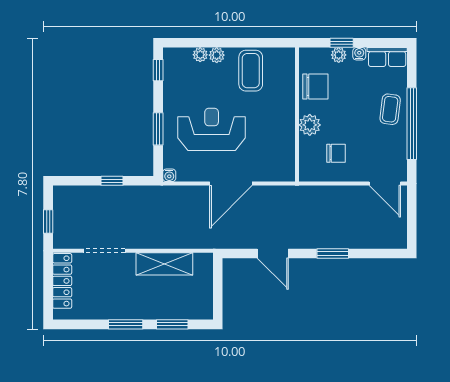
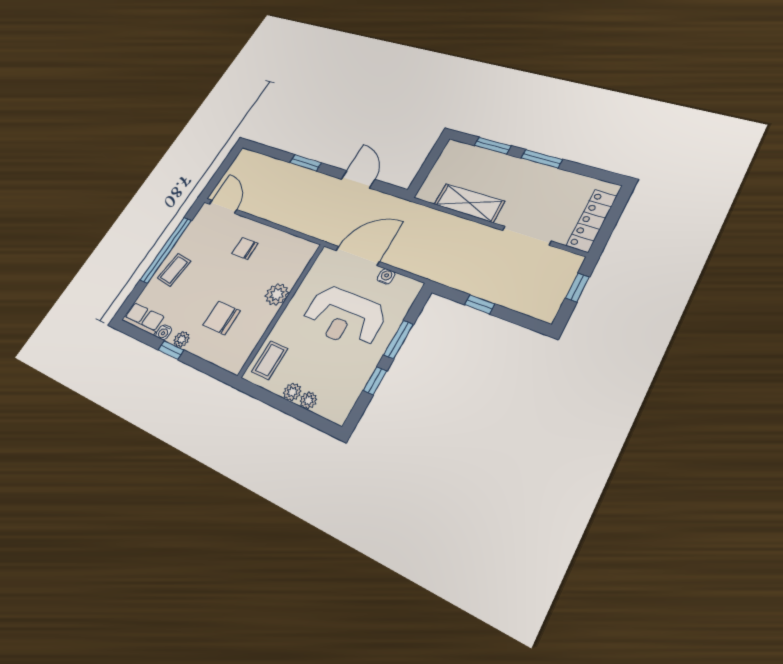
window: (158, 70) -> (375, 381), moved
coffee table: (251, 71) -> (270, 360), width x0.73, depth x0.77
wall: (297, 115) -> (282, 309), moved
plant: (310, 125) -> (277, 294), moved
water cooler: (169, 175) -> (386, 276), moved

